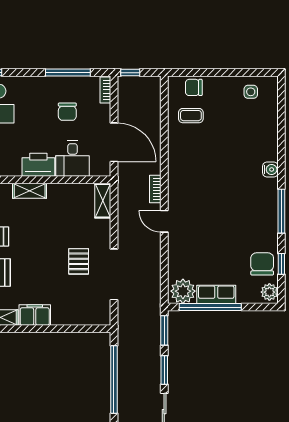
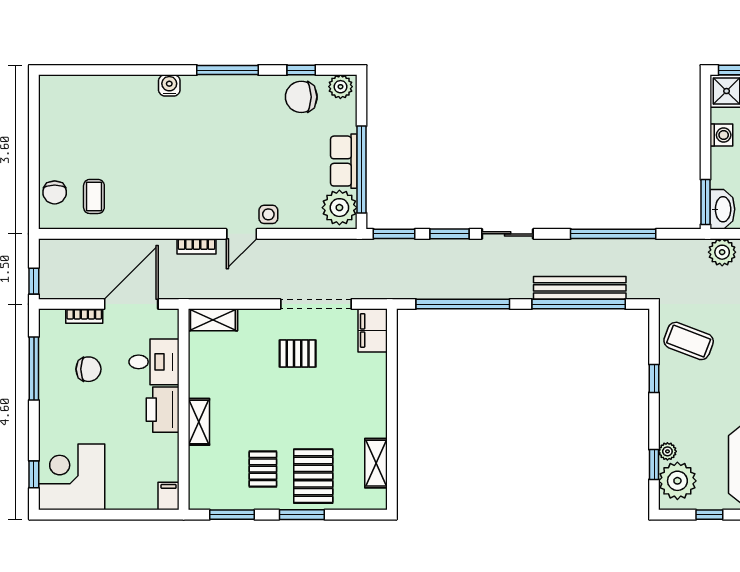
bookcase: (105, 90) -> (84, 316), moved
side table: (251, 92) -> (268, 214), moved
filing cabinet: (35, 315) -> (373, 330), moved

